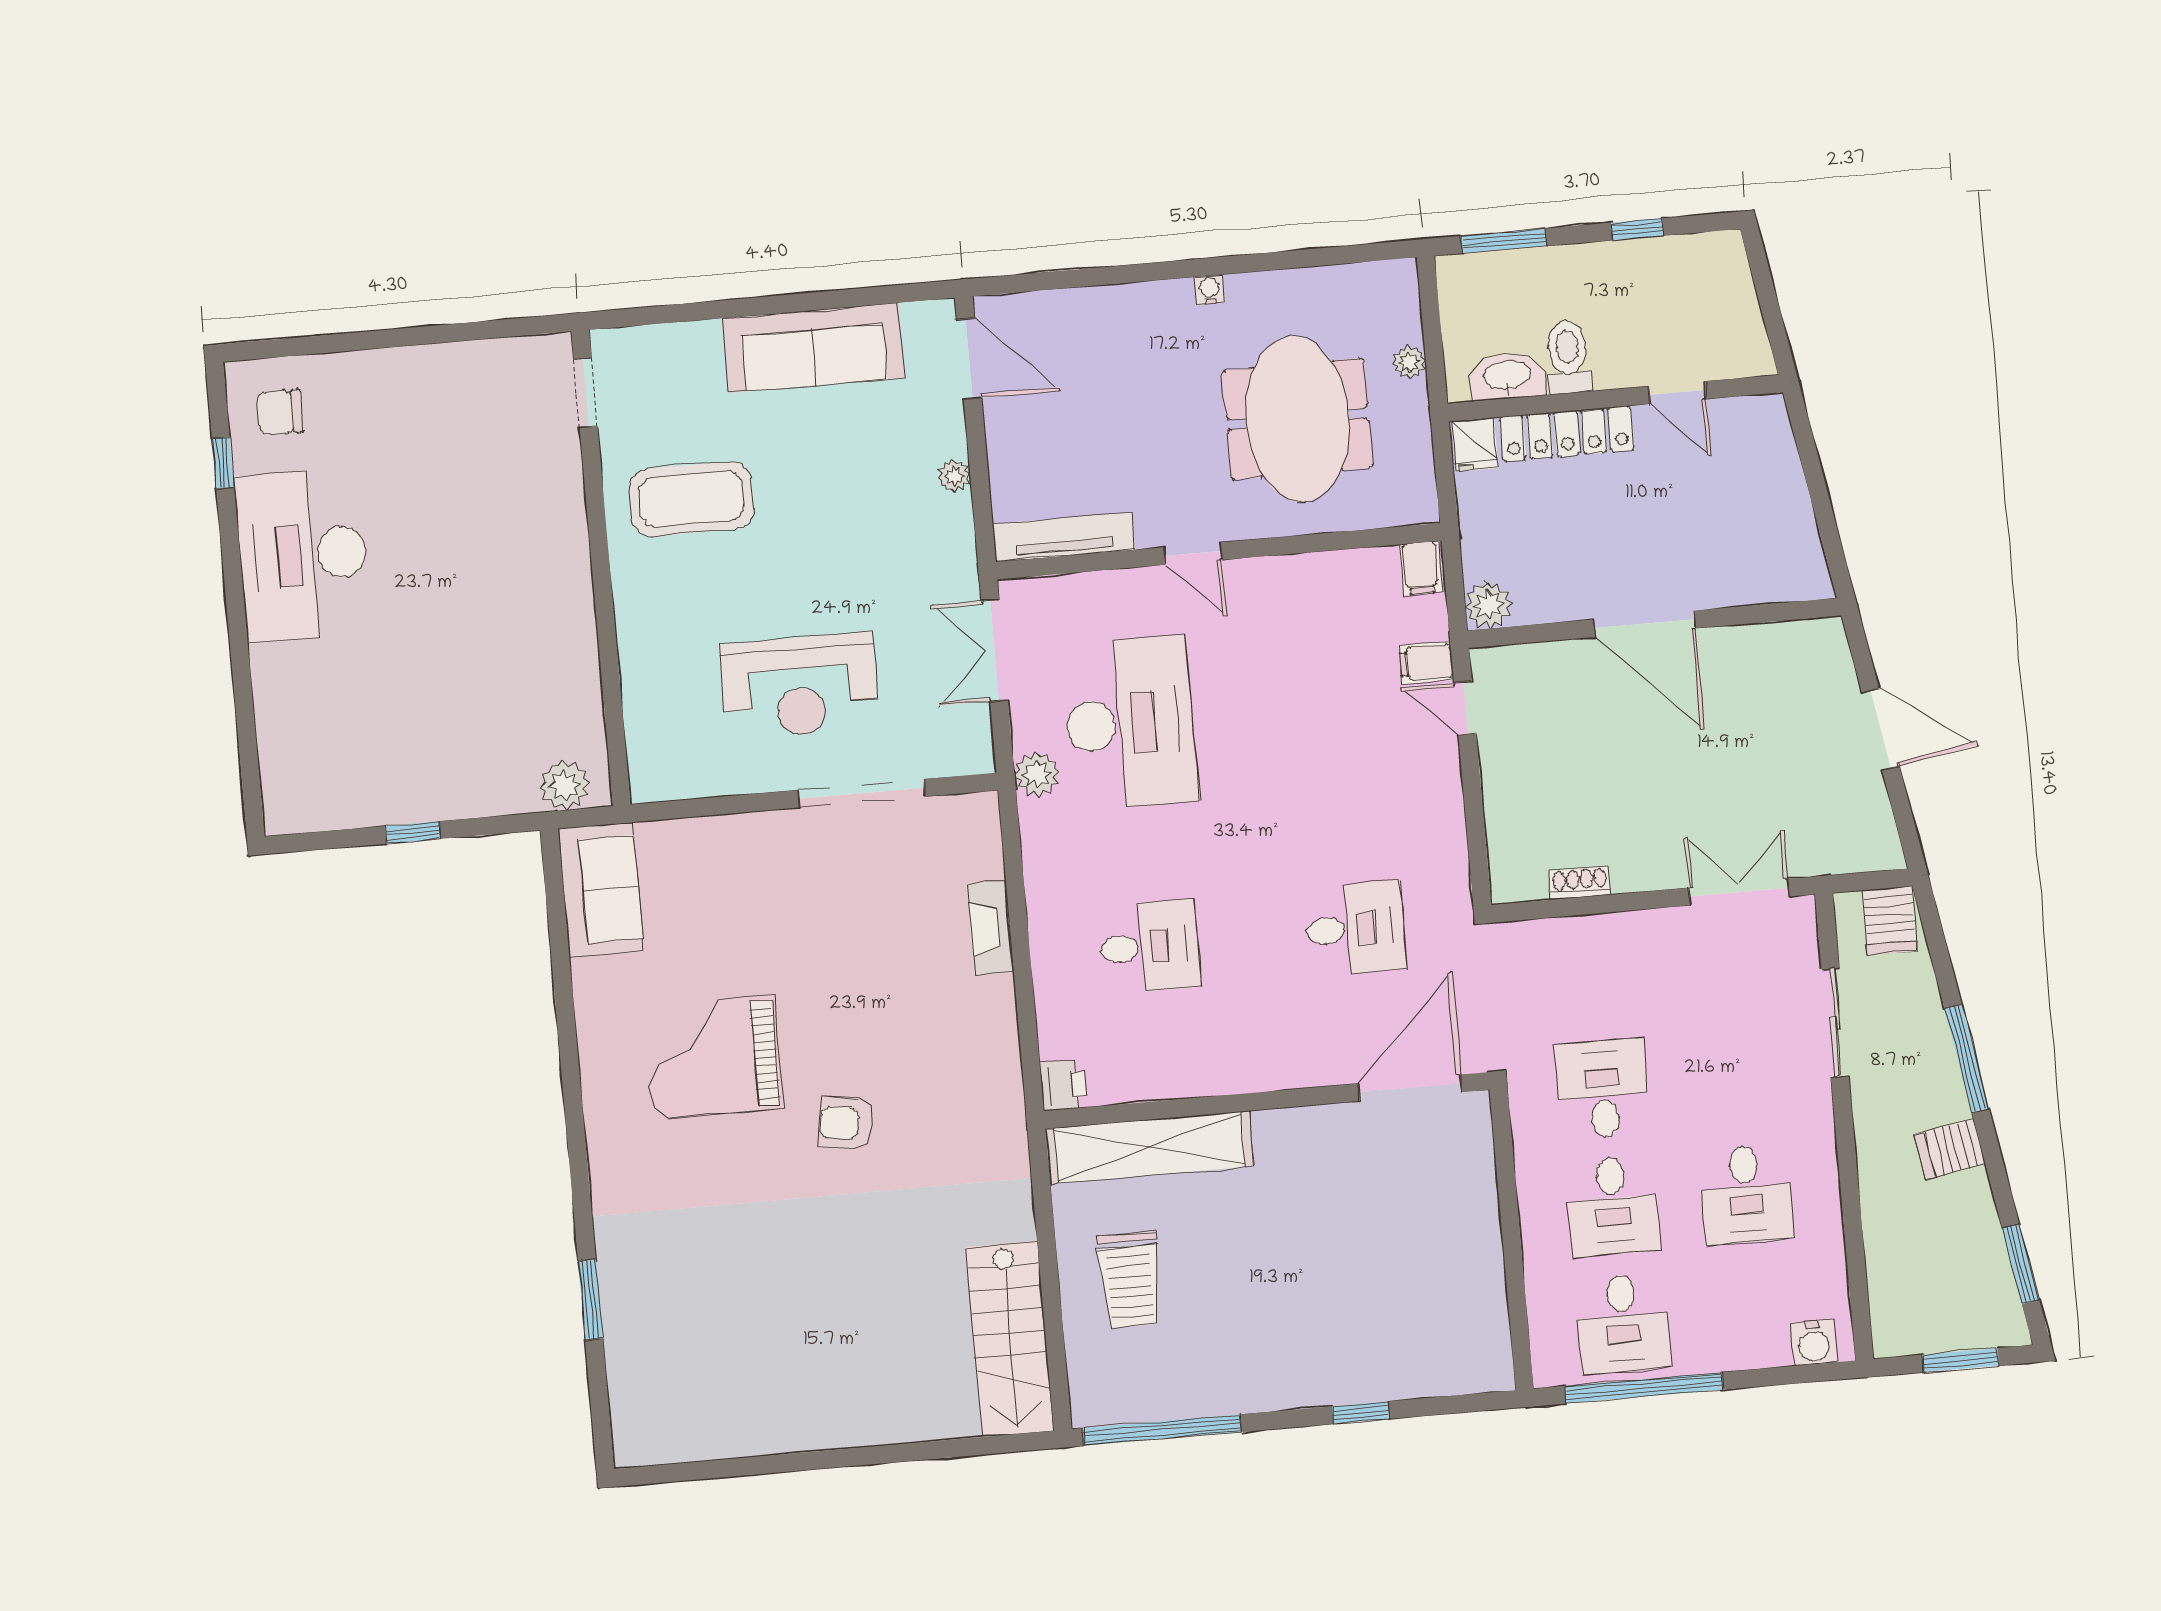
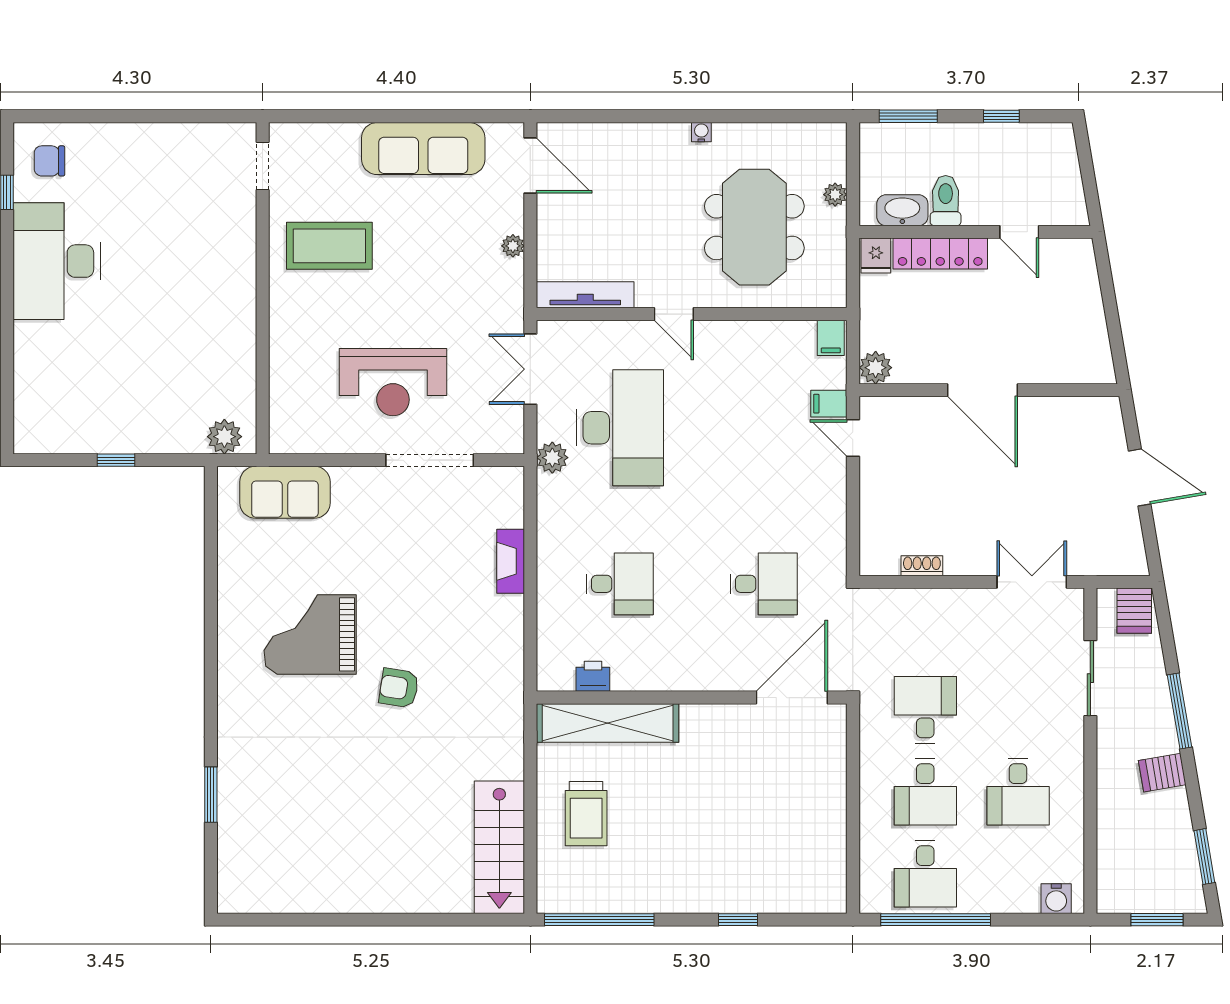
sofa: (601, 890) -> (285, 492), moved, turned 90
printer: (1063, 1085) -> (593, 676), moved, turned -90

